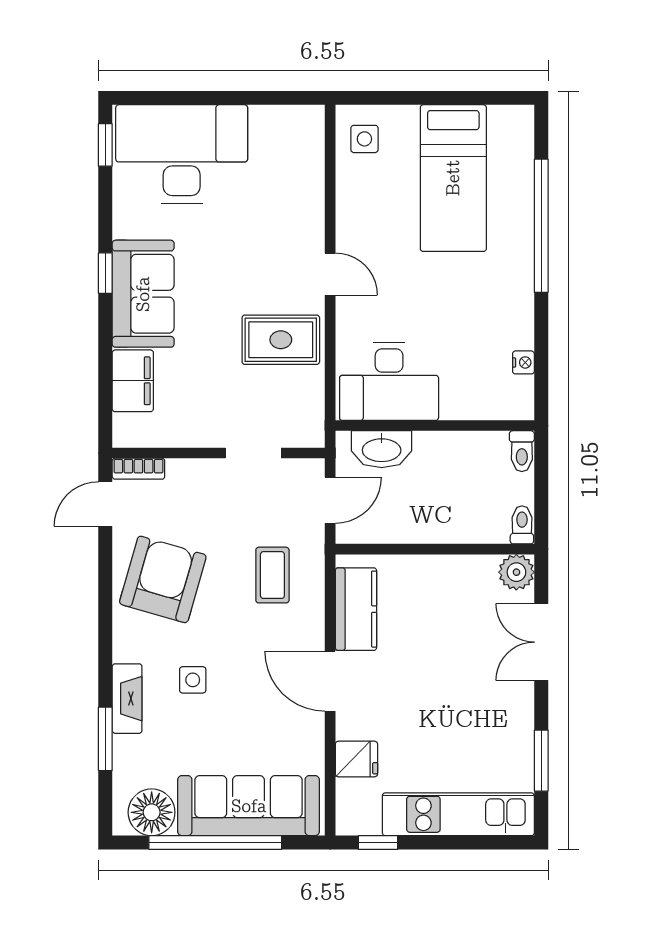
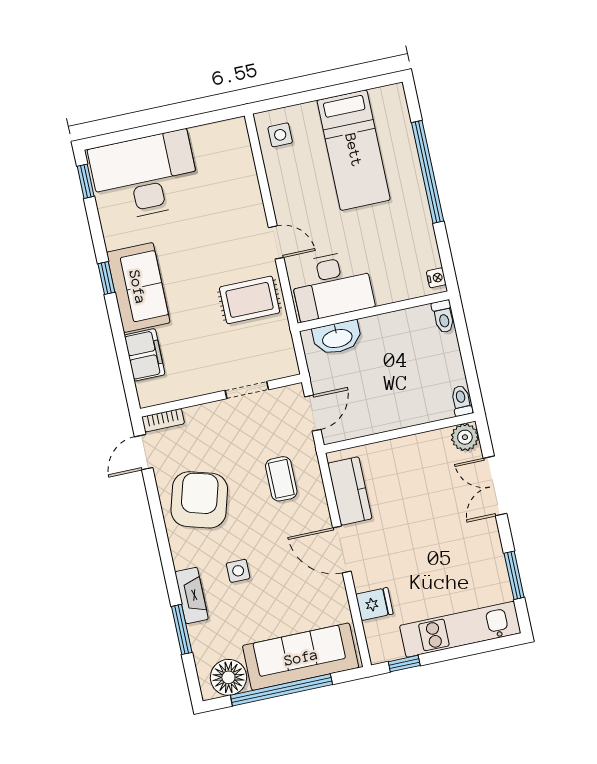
desk: (389, 382) -> (332, 285), moved
wall: (435, 426) -> (374, 311), moved
washbasin: (382, 449) -> (337, 338), moved
toilet: (522, 451) -> (443, 317), moved

